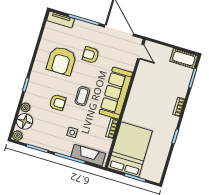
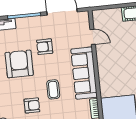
door: (141, 52) -> (93, 37), moved
armchair: (61, 61) -> (19, 64), turned 180

